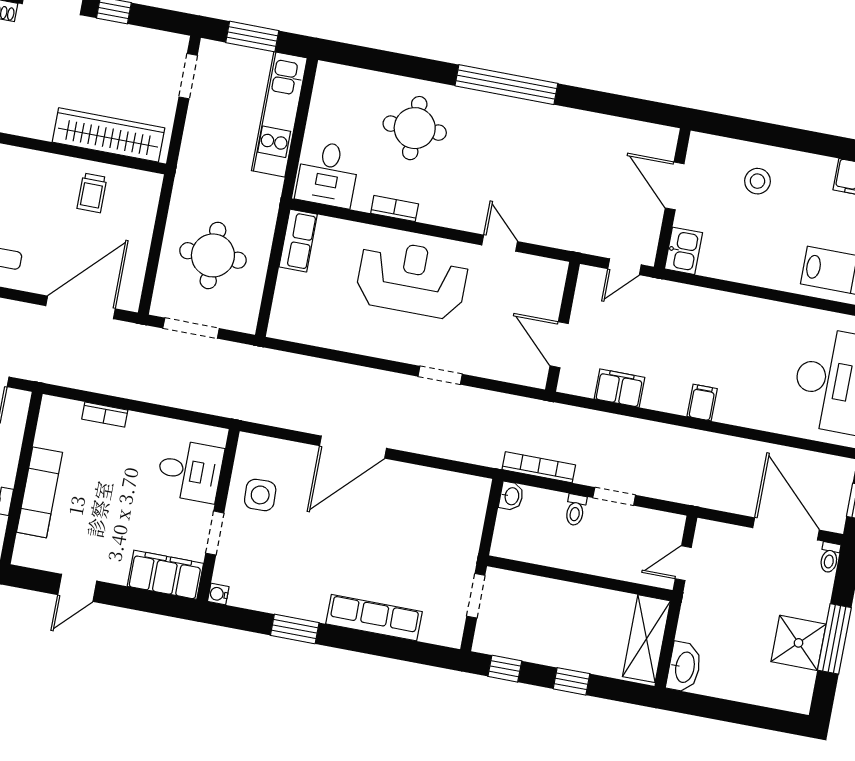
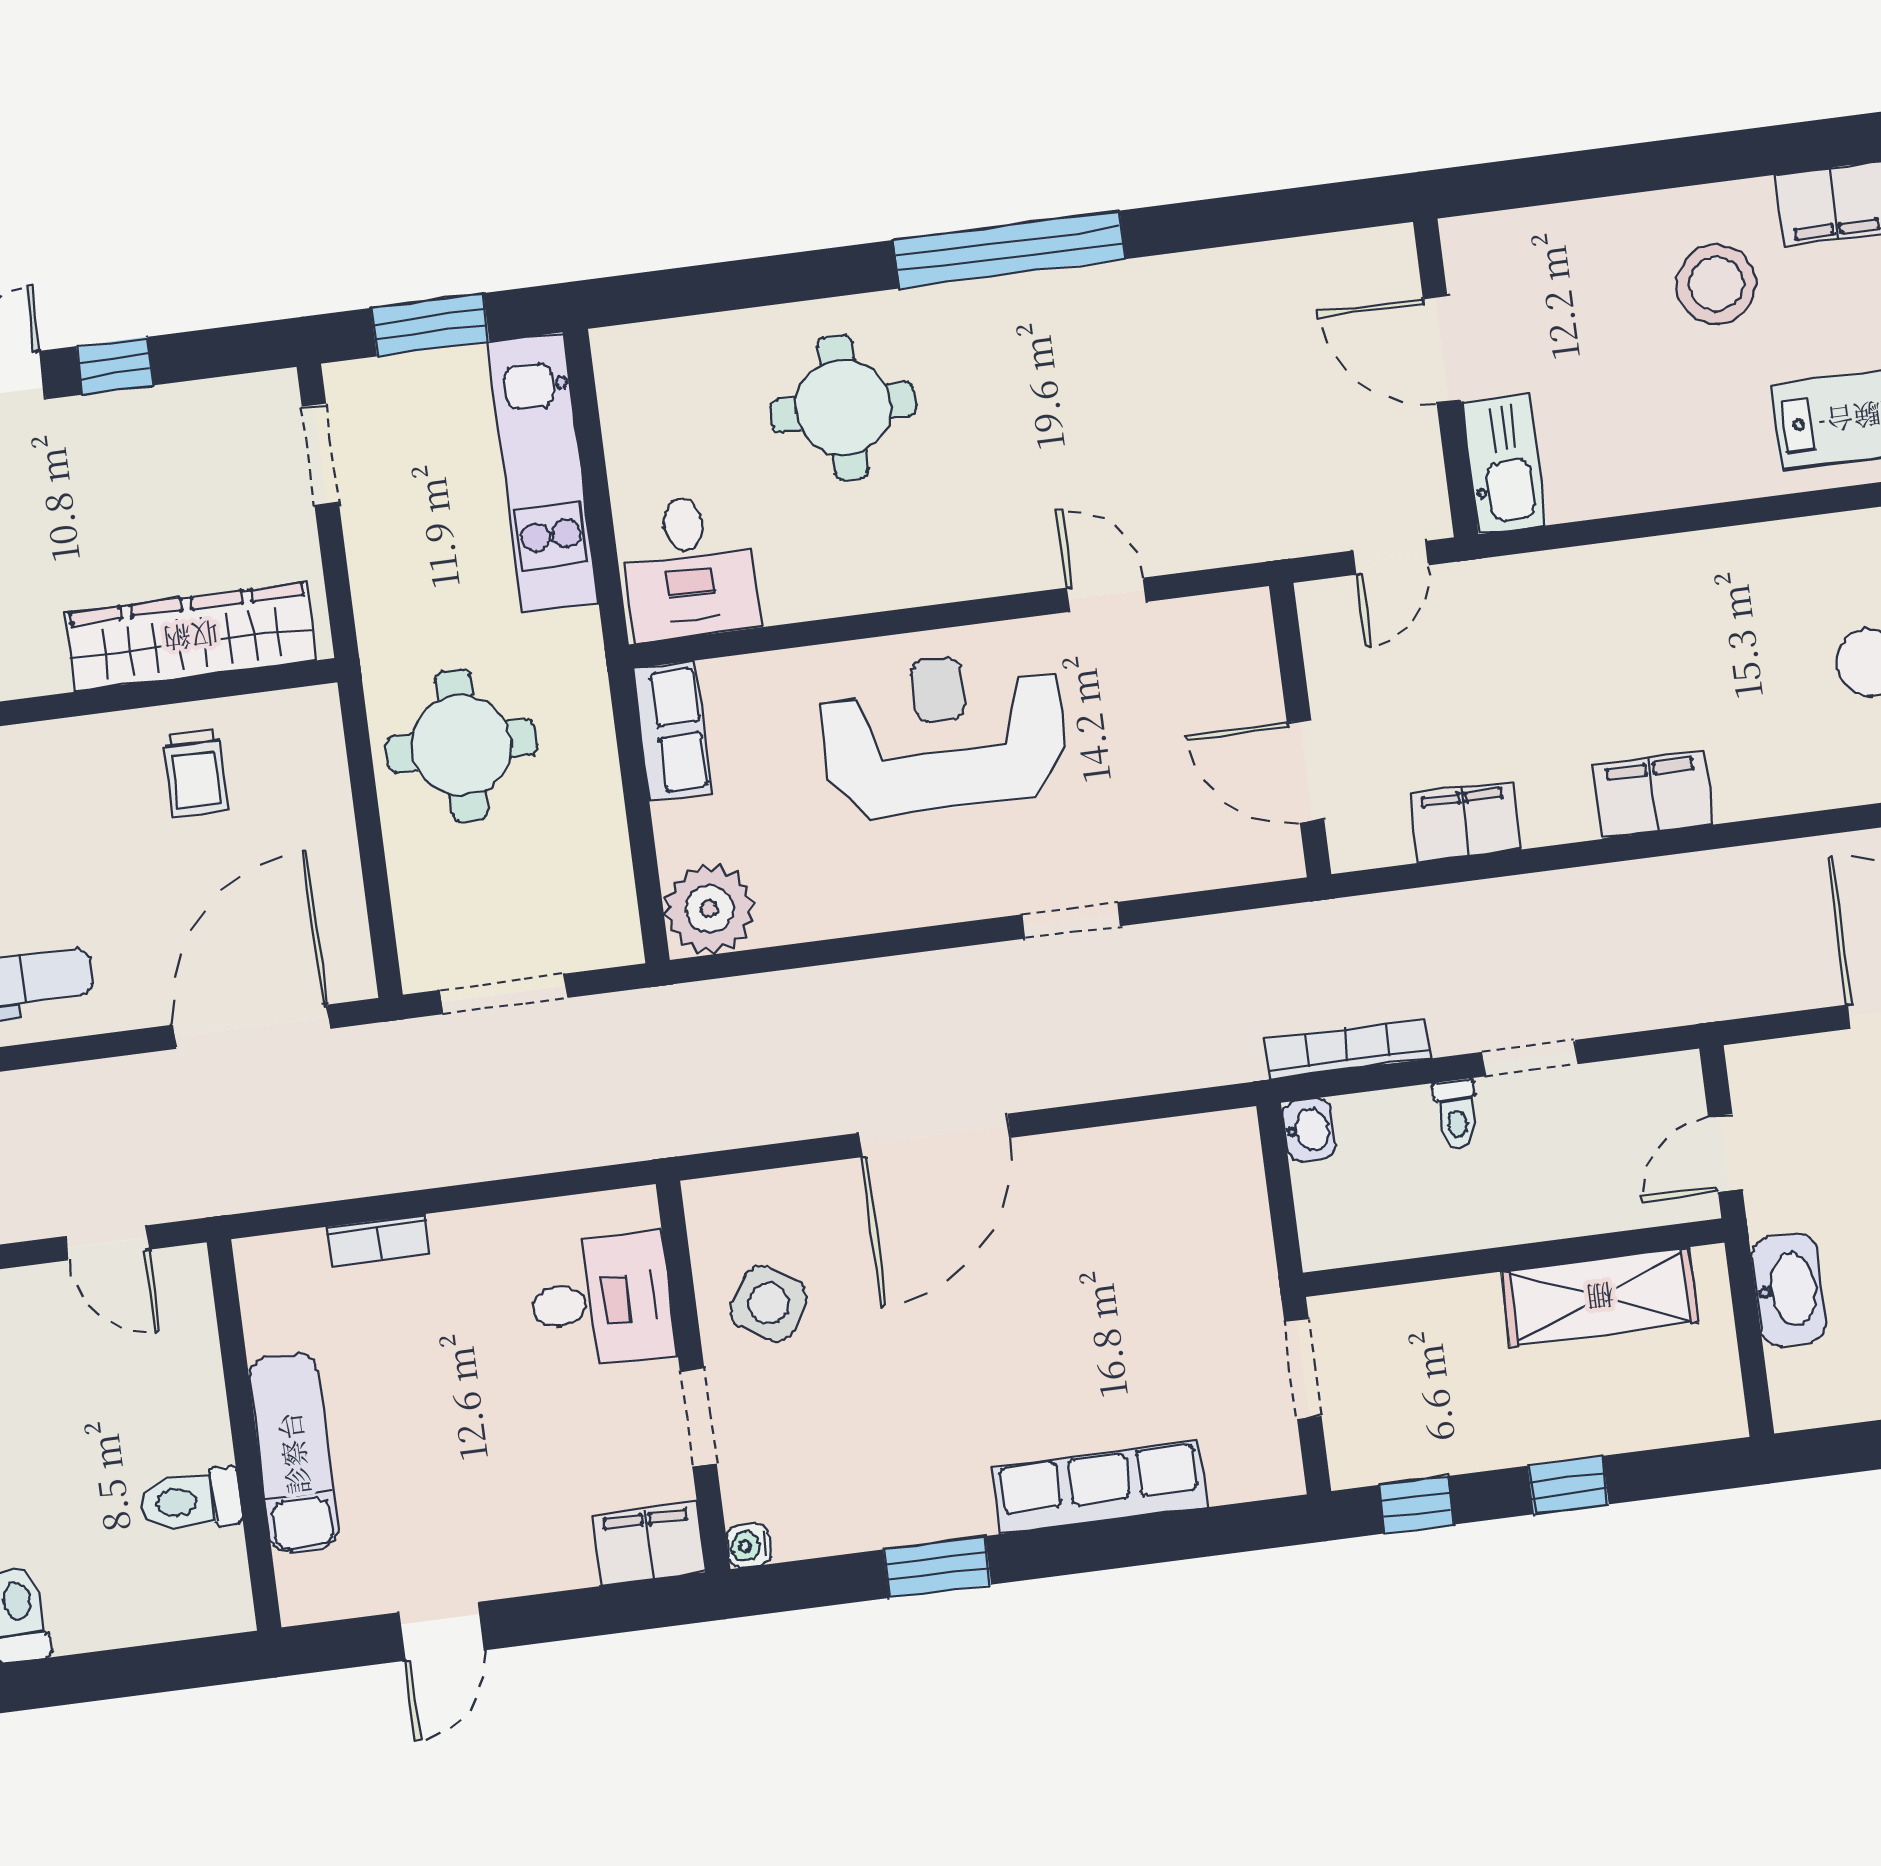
stool: (757, 181) -> (1716, 284), moved, width x1.38, depth x1.38
bookcase: (395, 209) -> (857, 594), removed
kitchen sink: (684, 251) -> (1504, 464), width x1.38
round table: (213, 255) -> (461, 745), moved
plant: (289, 321) -> (709, 909), added
filing cabinet: (702, 403) -> (1653, 795), width x2.00
side table: (260, 495) -> (769, 1303), turned 35
filing cabinet: (165, 575) -> (649, 1544), width x0.67, depth x0.86
shelving: (647, 639) -> (1600, 1297), moved, turned 90
washbasin: (684, 667) -> (1789, 1290), moved

